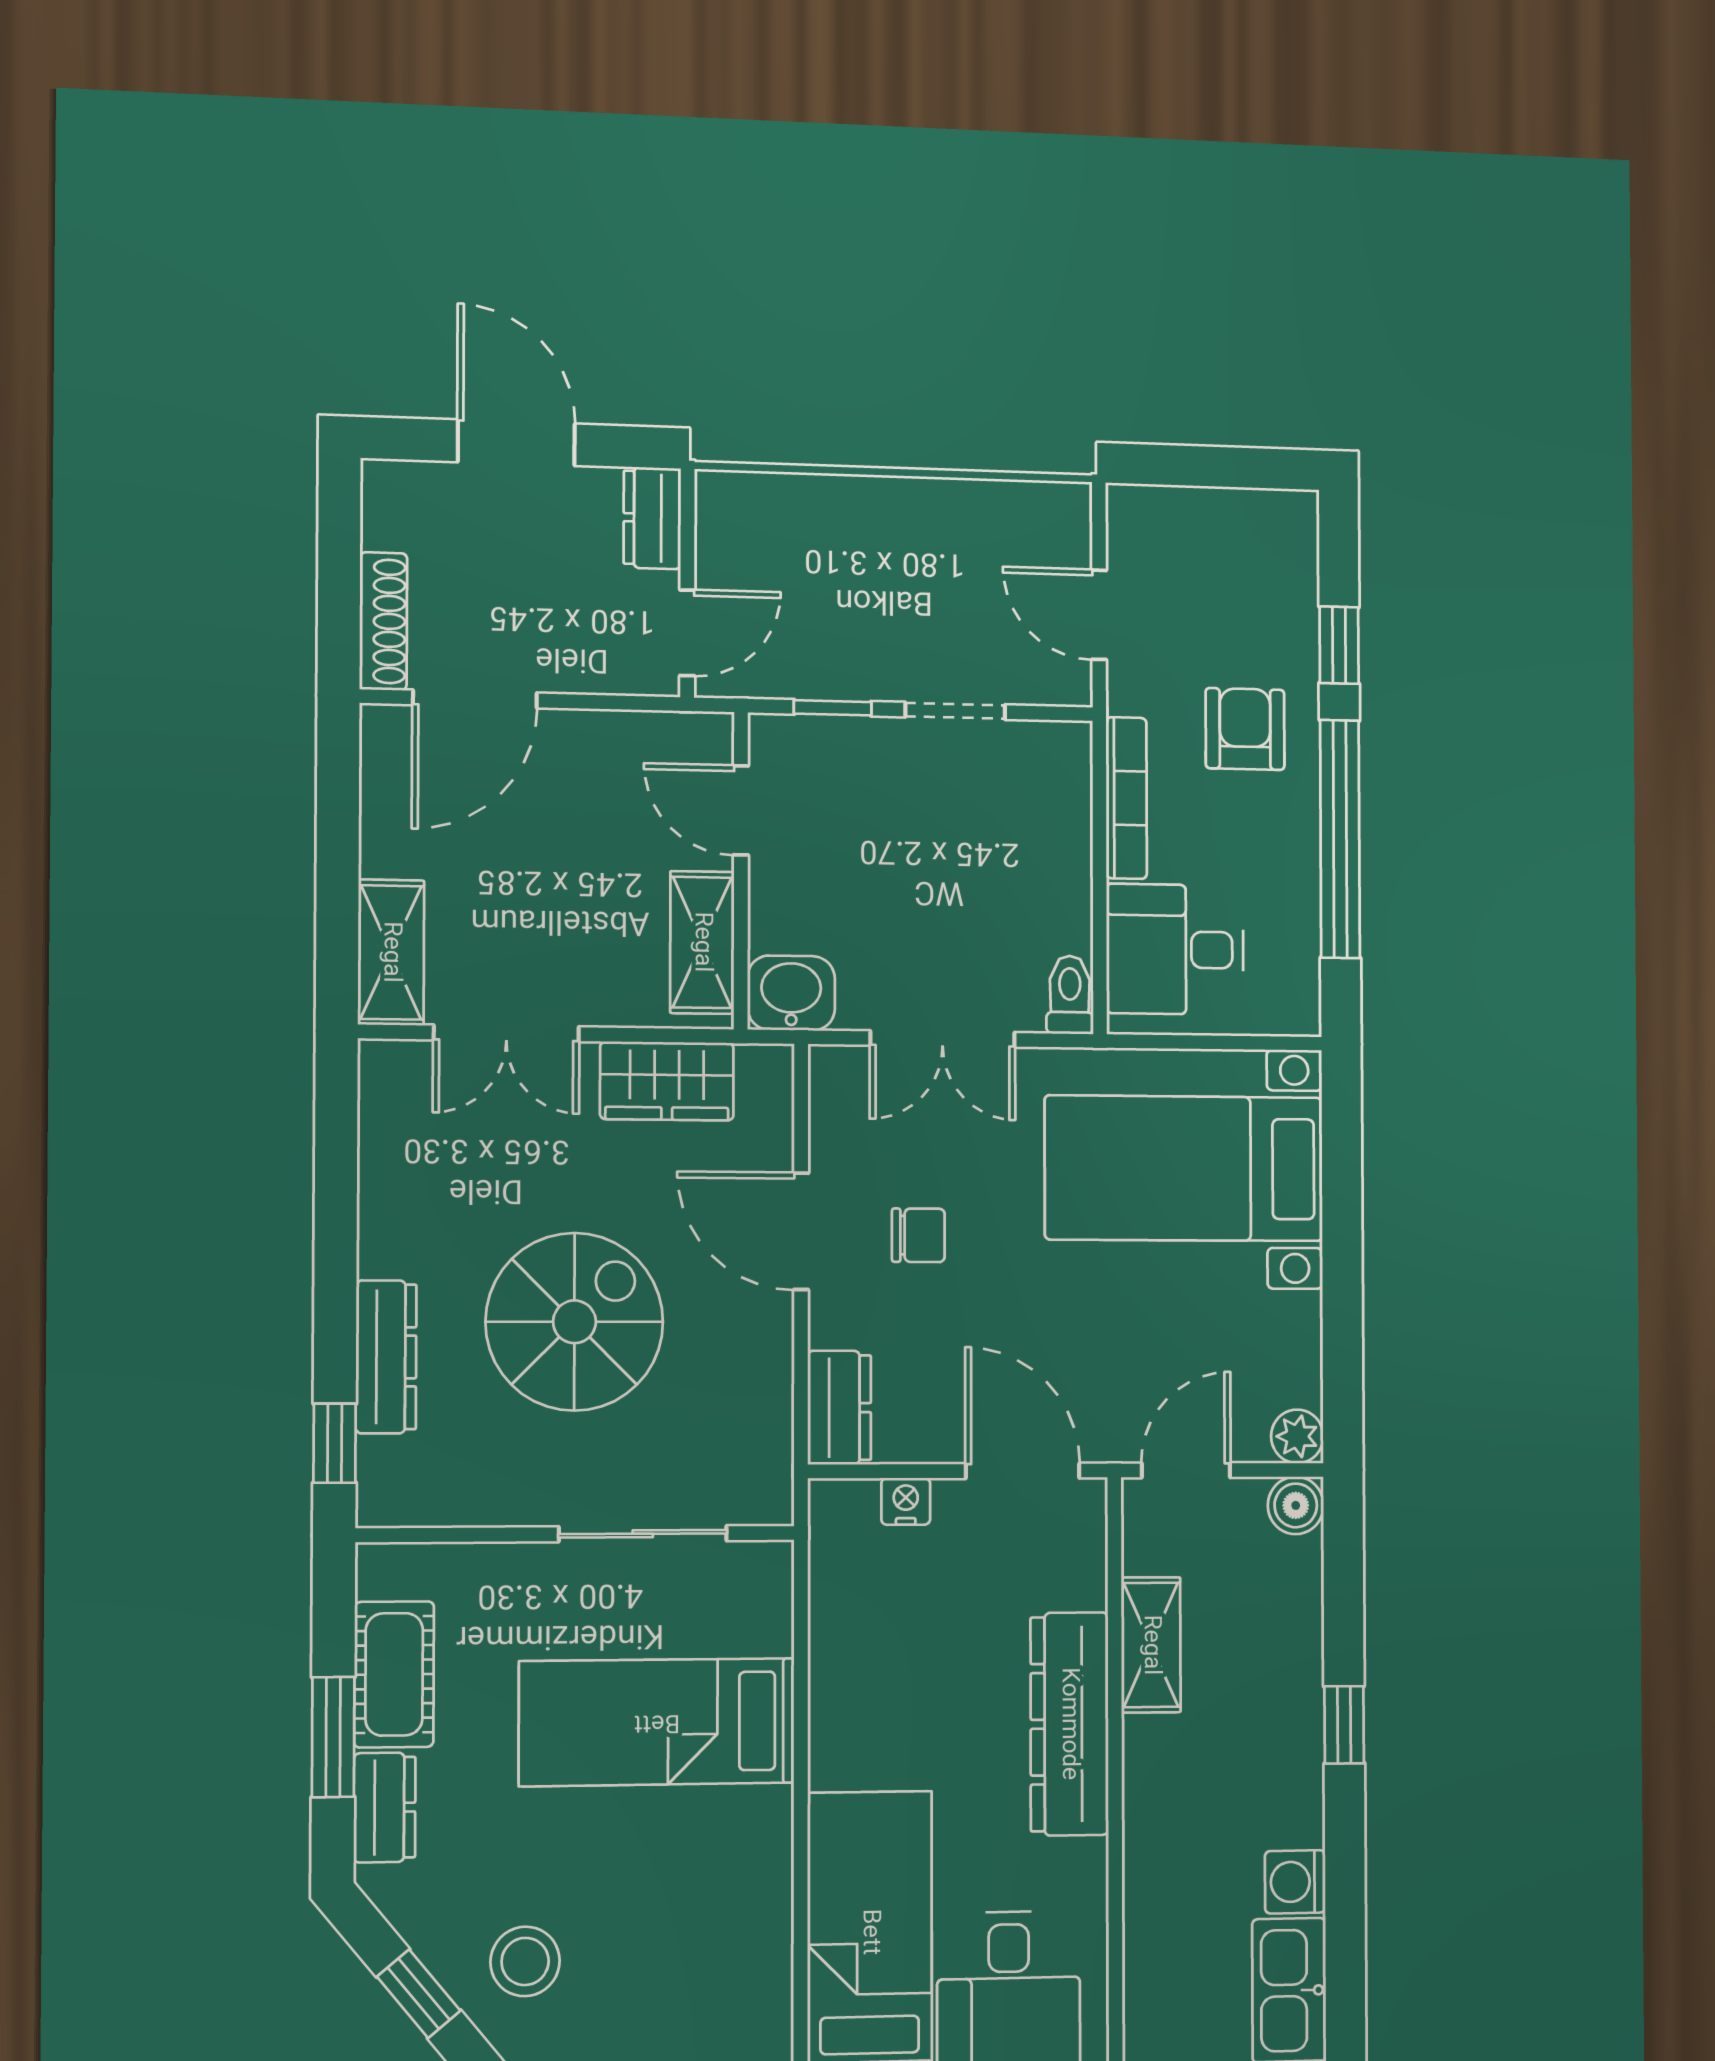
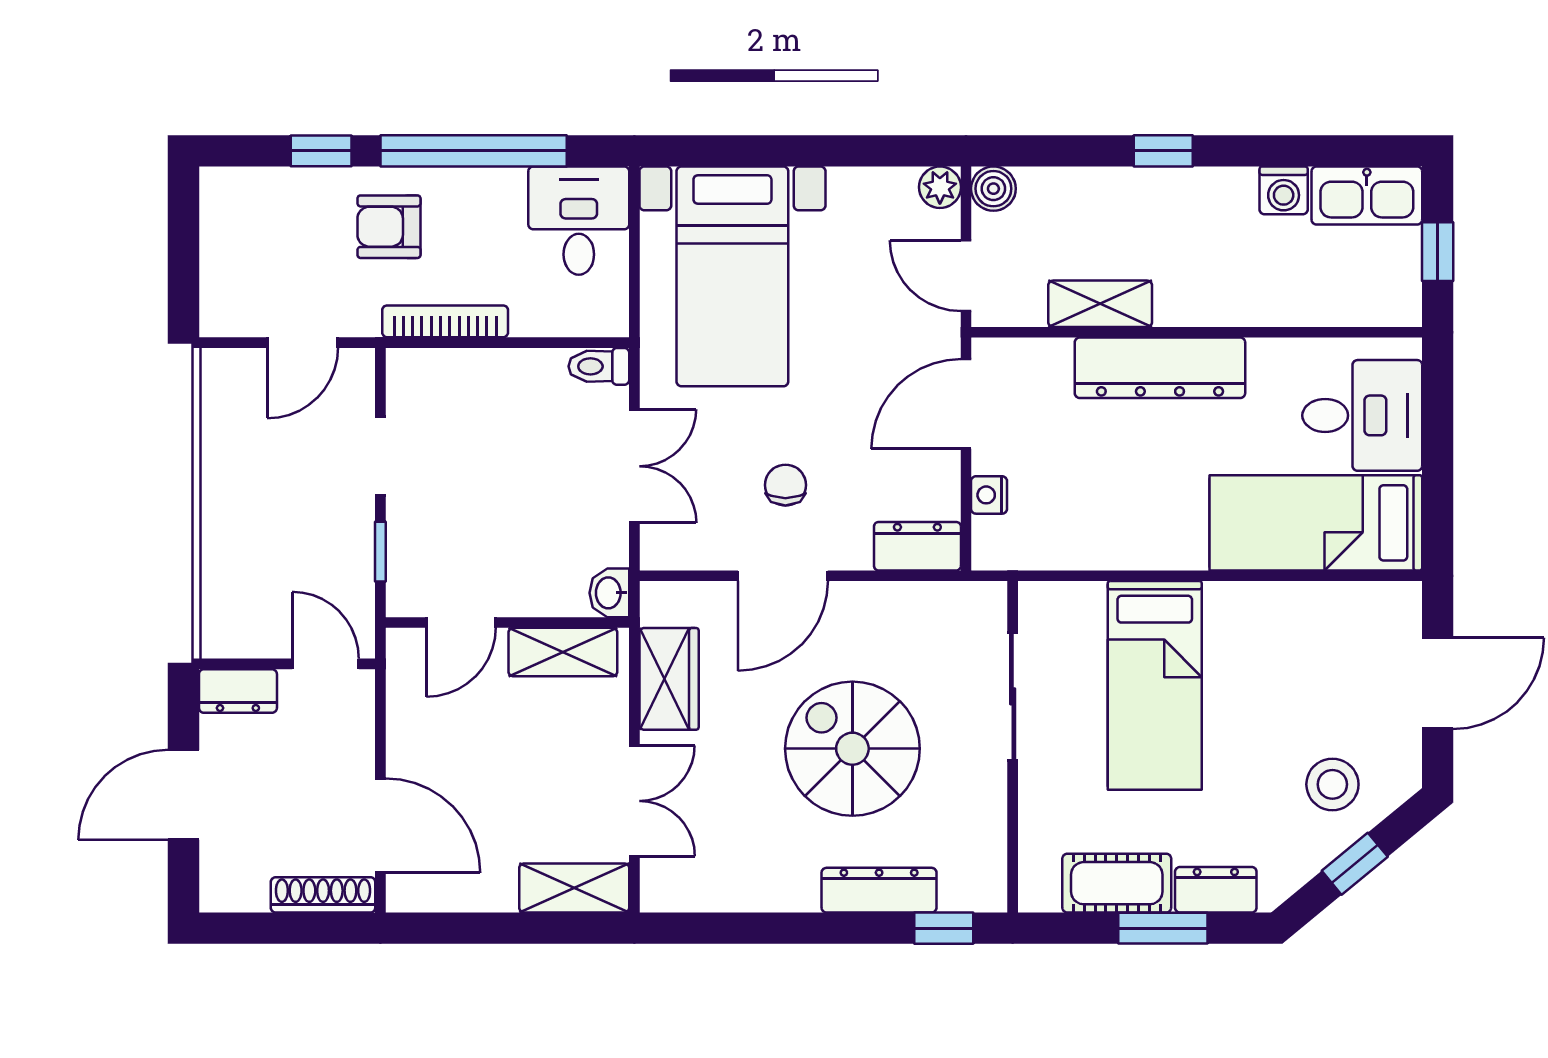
desk: (1175, 949) -> (579, 221), moved, turned 180
washbasin: (791, 993) -> (609, 593), width x0.72, depth x0.69

